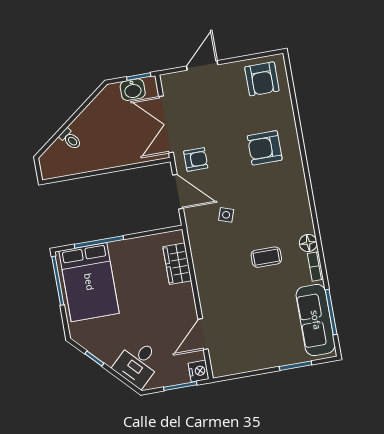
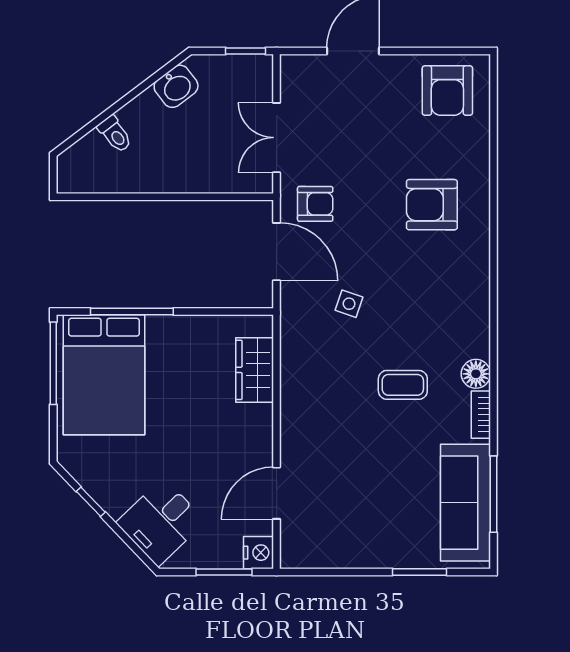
washbasin: (133, 90) -> (176, 86), moved, turned -37
double door: (166, 124) -> (277, 138), width x0.73

